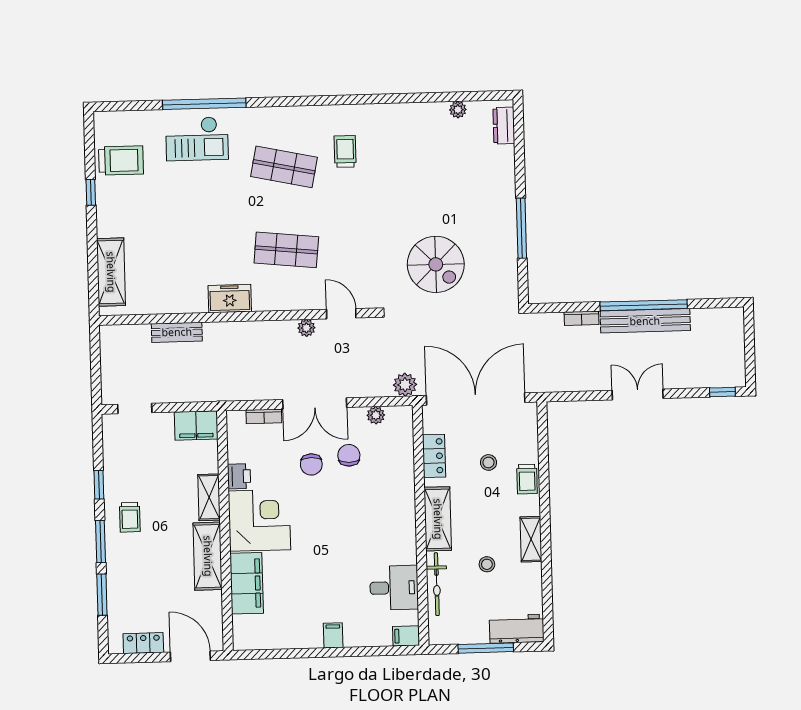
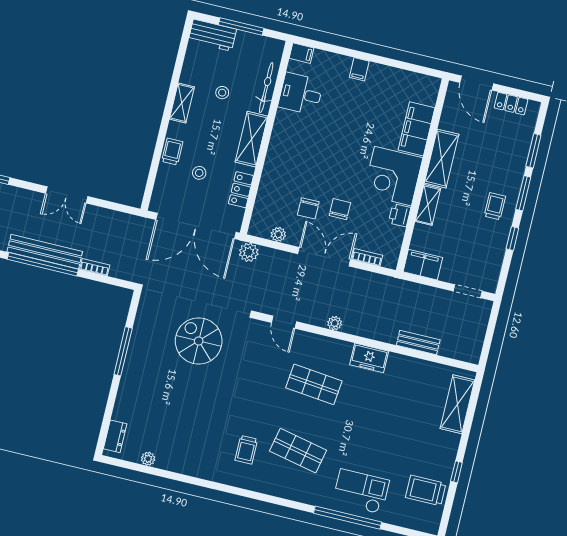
plant: (306, 328) -> (335, 323), moved

